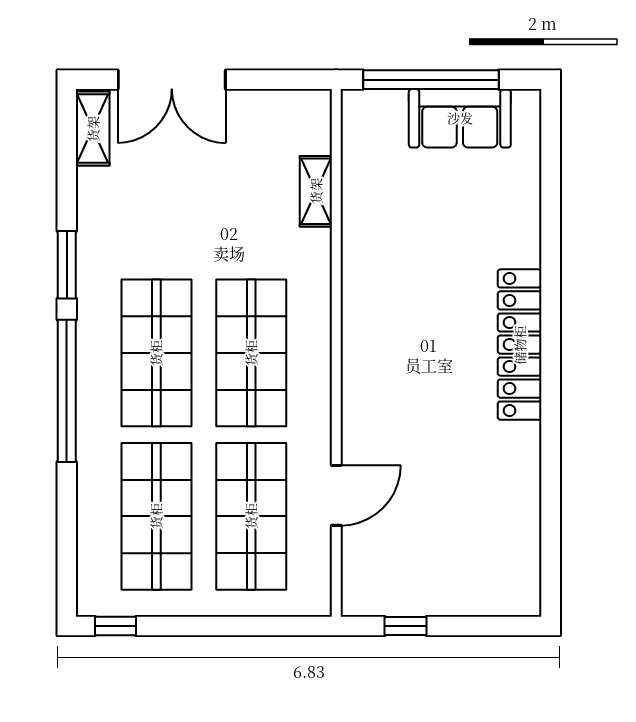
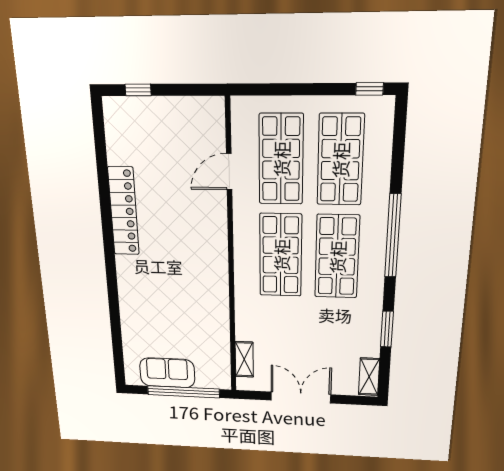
double door: (172, 80) -> (301, 397), moved
shelving: (316, 191) -> (244, 359), moved
window: (67, 265) -> (387, 329), moved
locker: (520, 345) -> (124, 211), moved
window: (406, 626) -> (138, 90), moved

